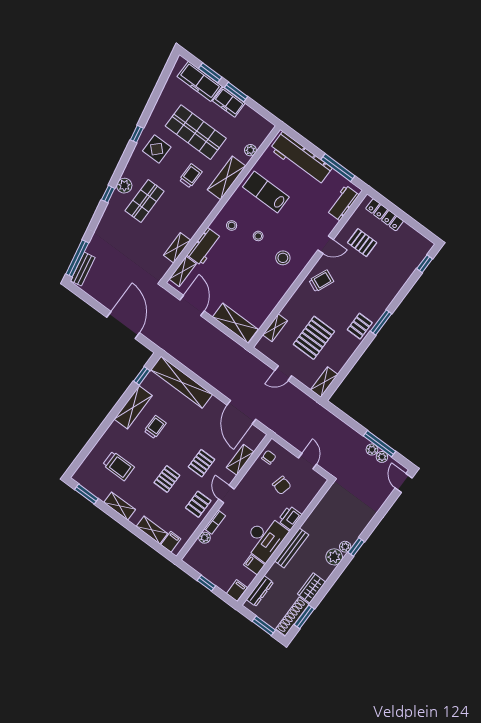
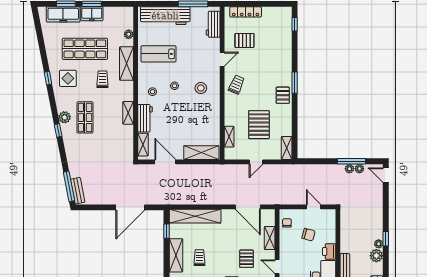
shelving: (177, 248) -> (128, 113), moved
door: (123, 325) -> (130, 207), swing flipped

